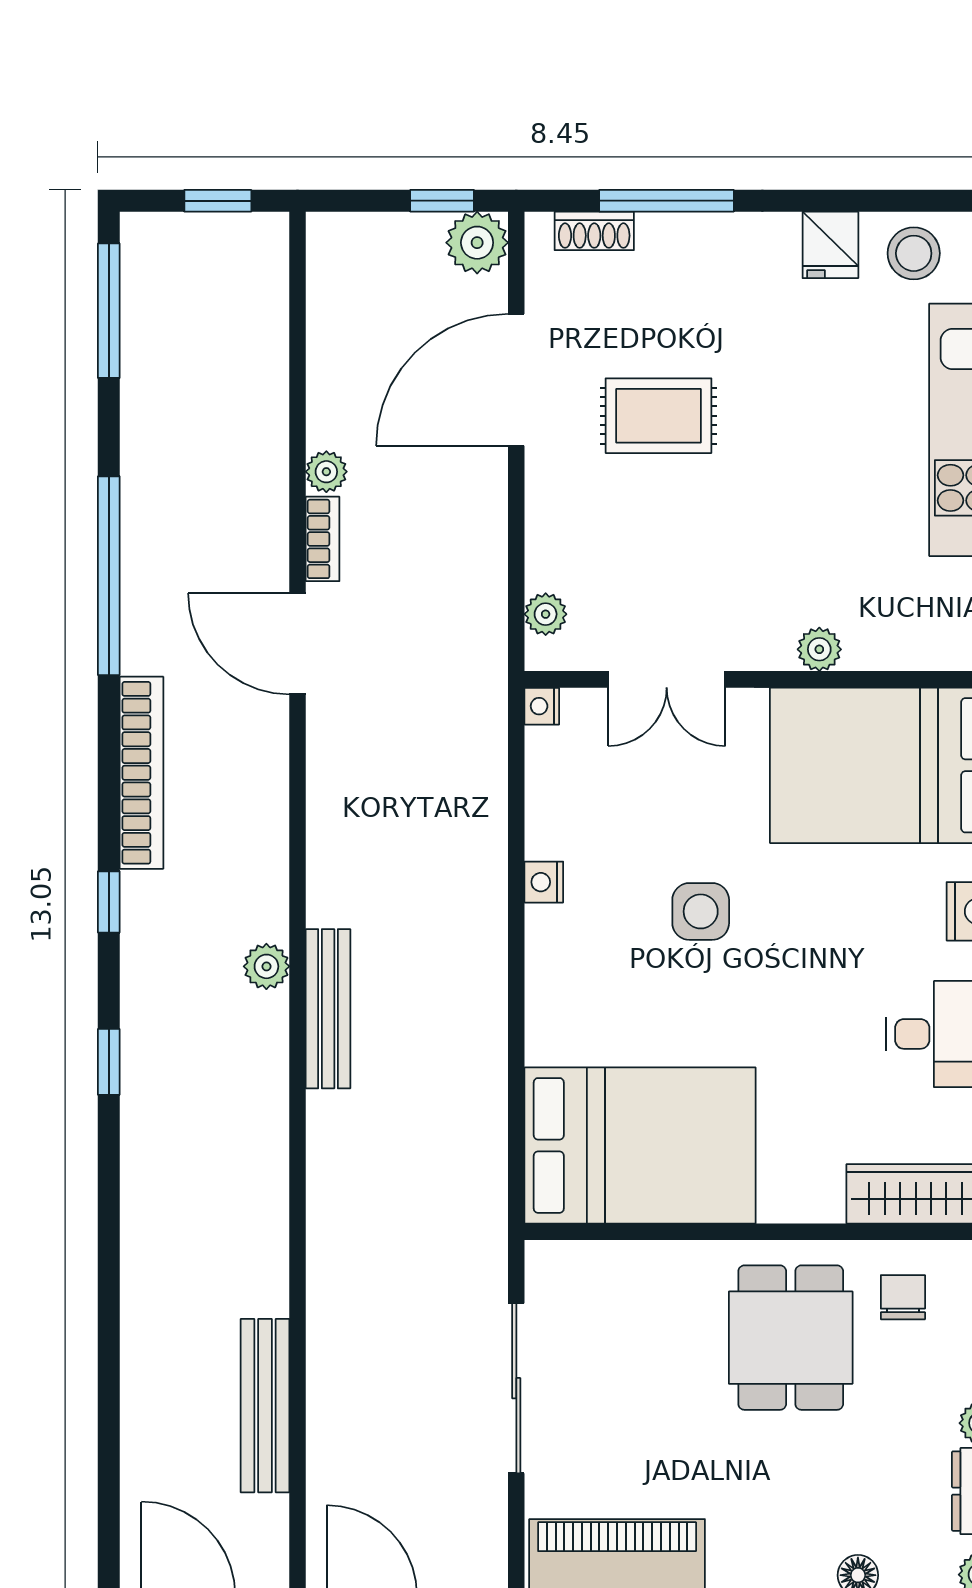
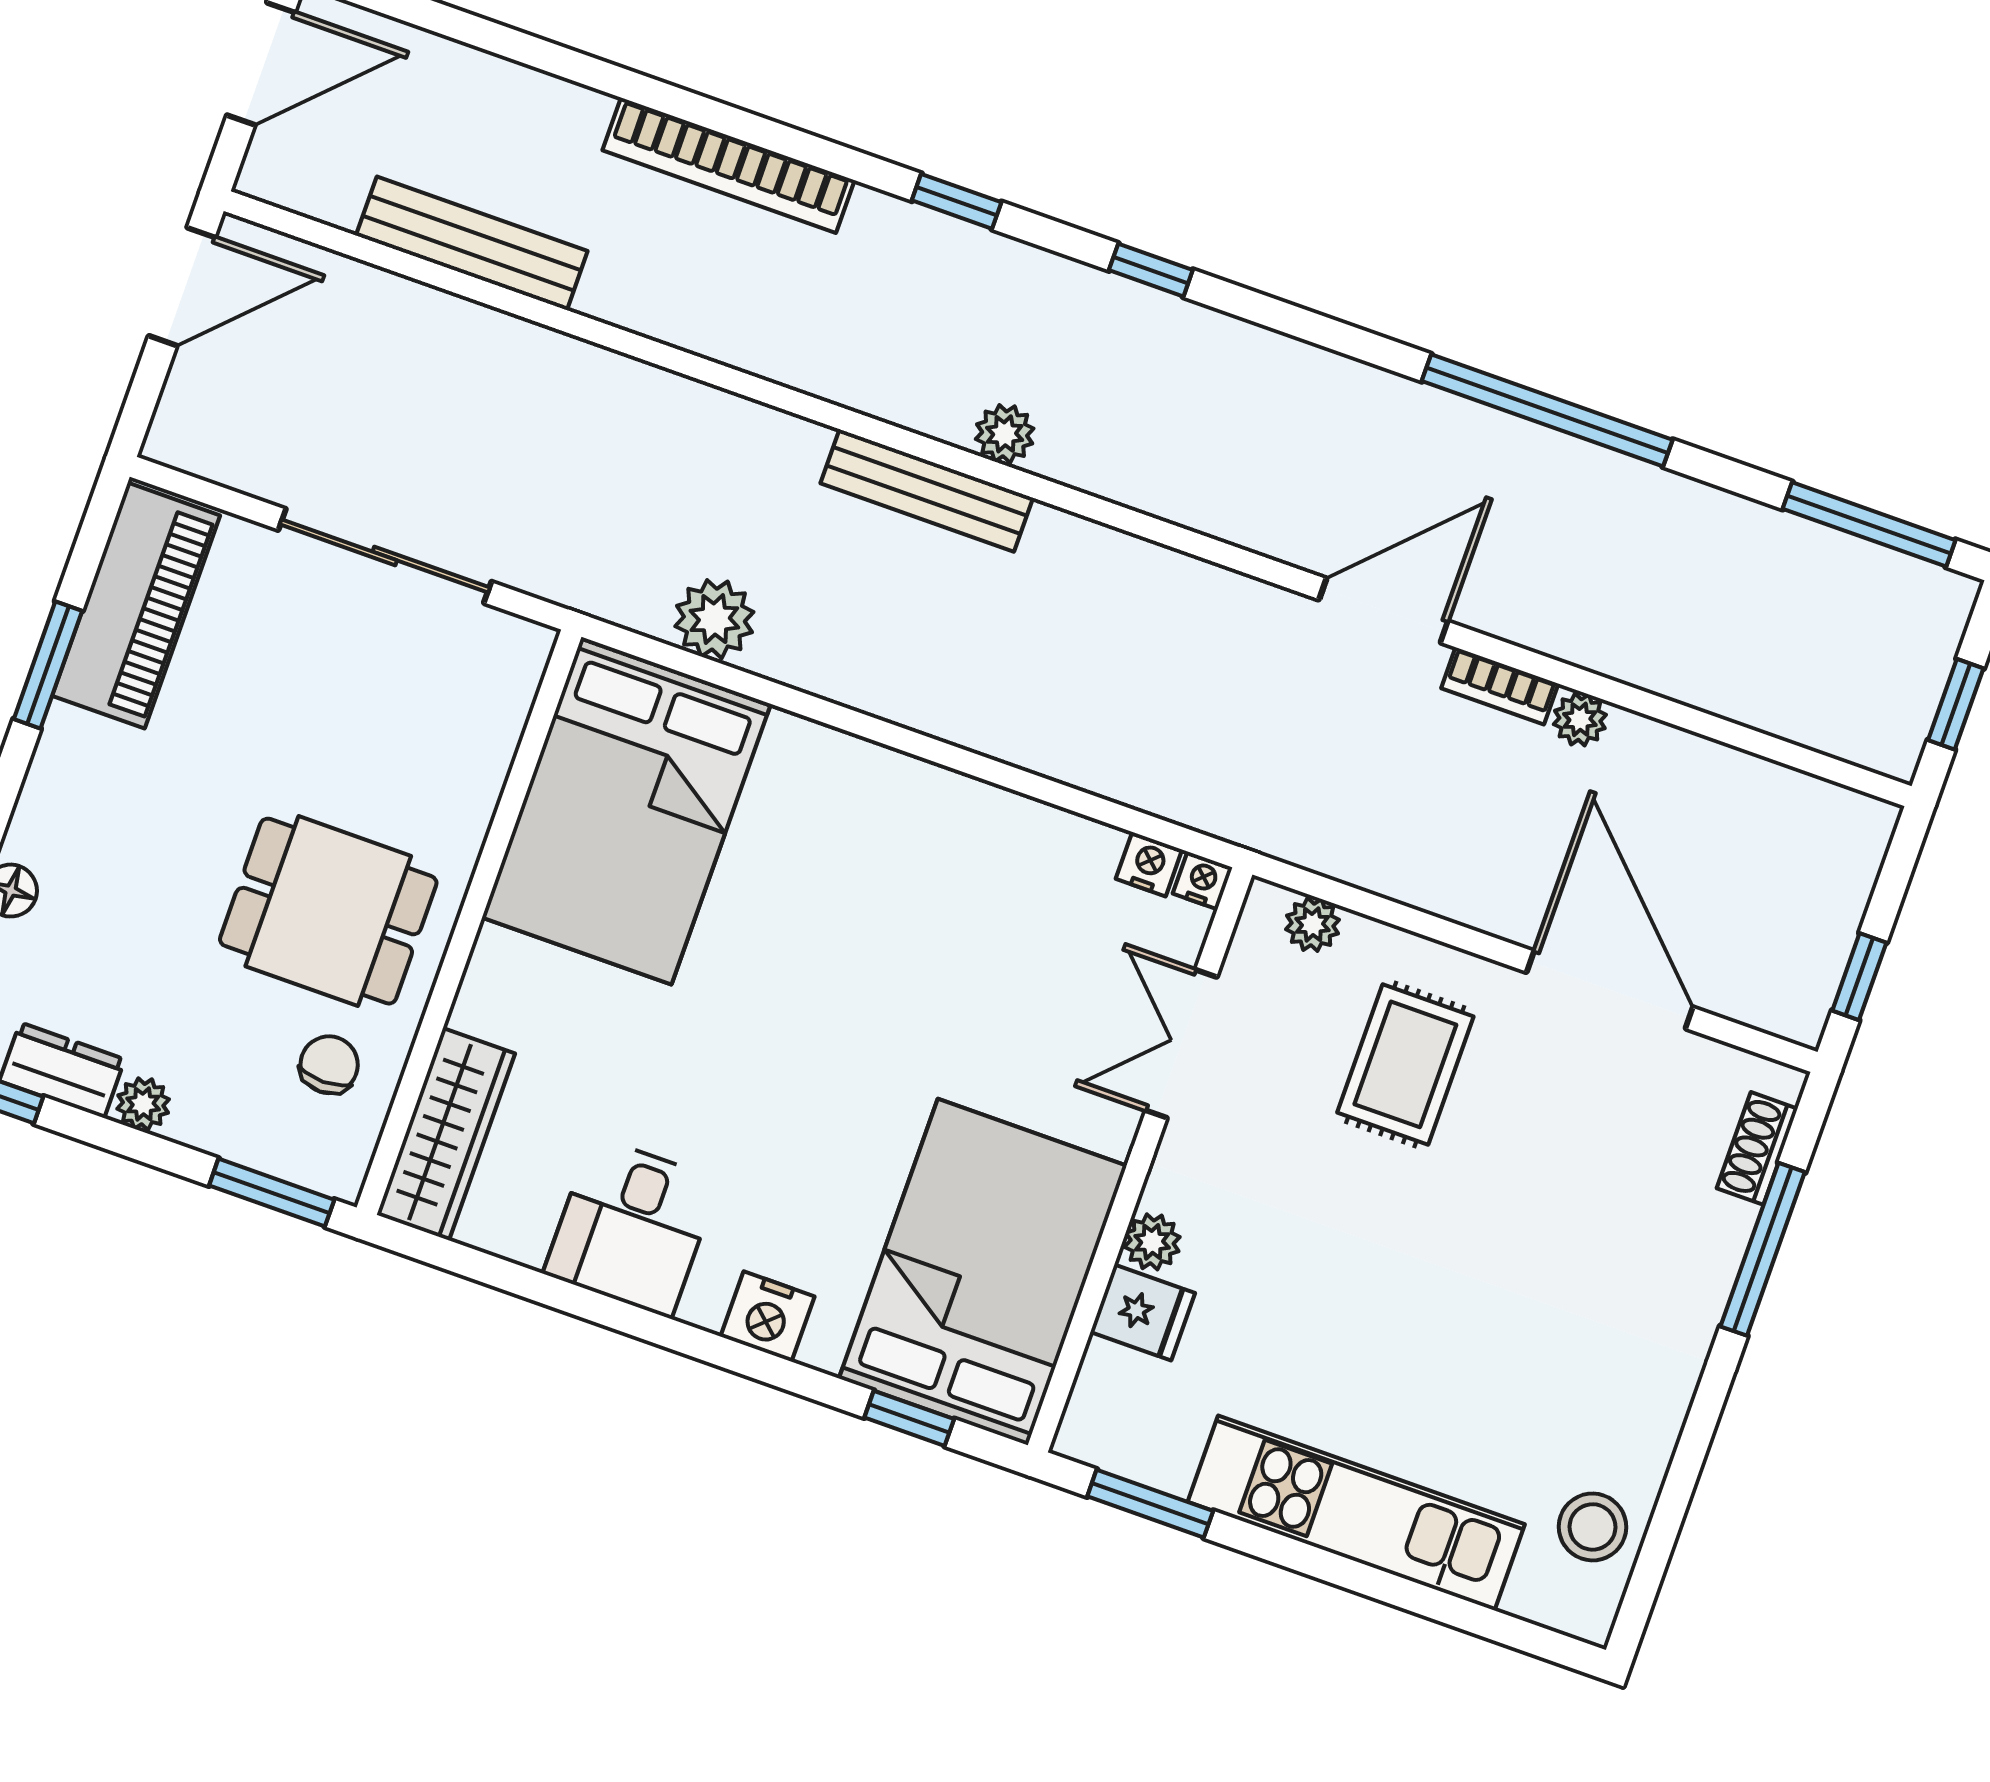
plant: (477, 243) -> (714, 619), moved
fridge: (830, 245) -> (1143, 1313), moved, turned 180
rug: (658, 416) -> (1405, 1064), moved
bookcase: (142, 773) -> (728, 165), moved
nightstand: (544, 882) -> (1149, 864), moved
side table: (701, 911) -> (885, 985), removed
chair: (903, 1297) -> (329, 1065), turned -90

